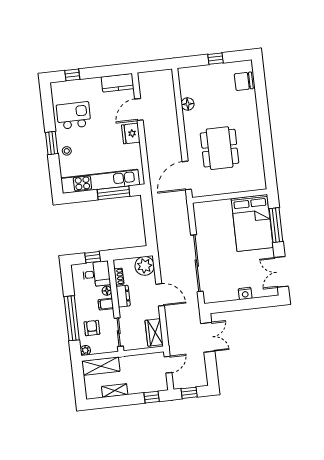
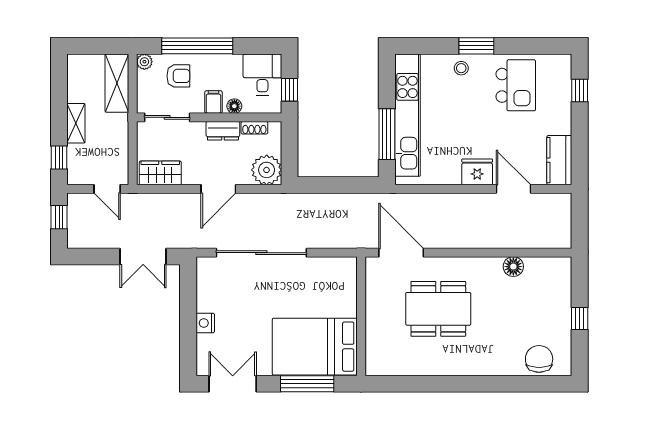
desk: (96, 274) -> (262, 75), moved, turned 180
shelving: (115, 391) -> (76, 123), moved

